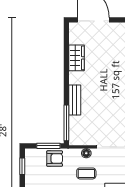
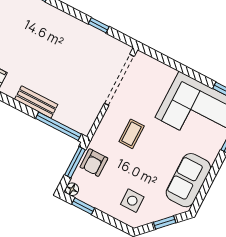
floor lamp: (86, 153) -> (72, 189), moved
armchair: (55, 159) -> (94, 163), turned 180

